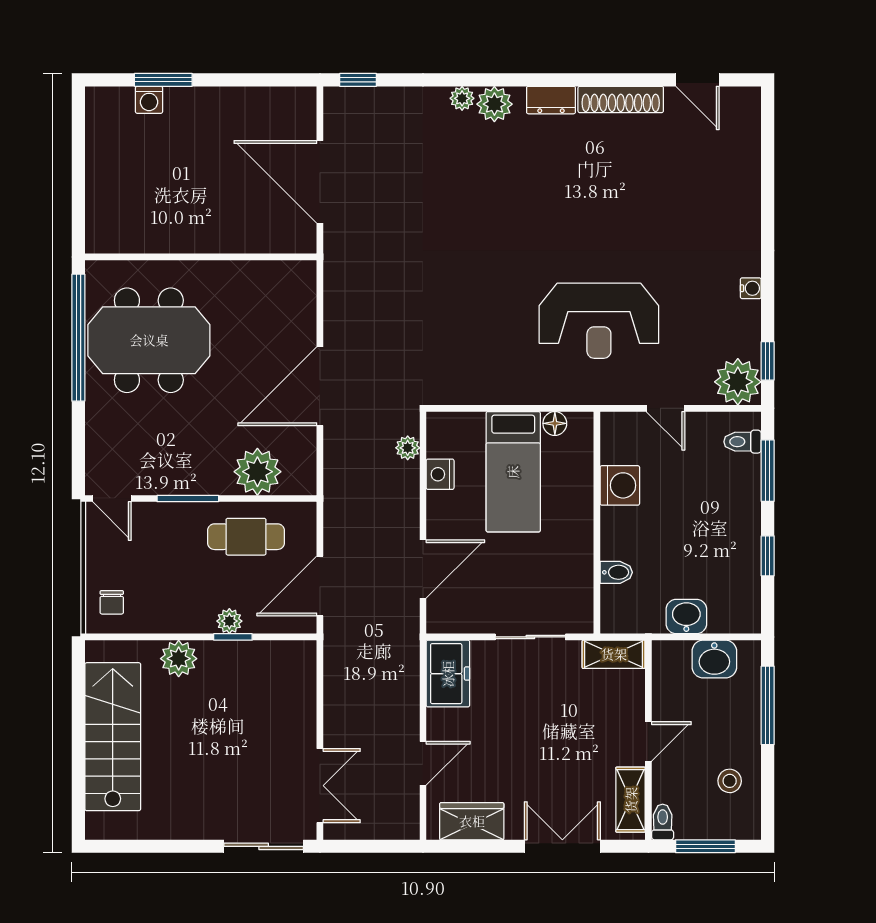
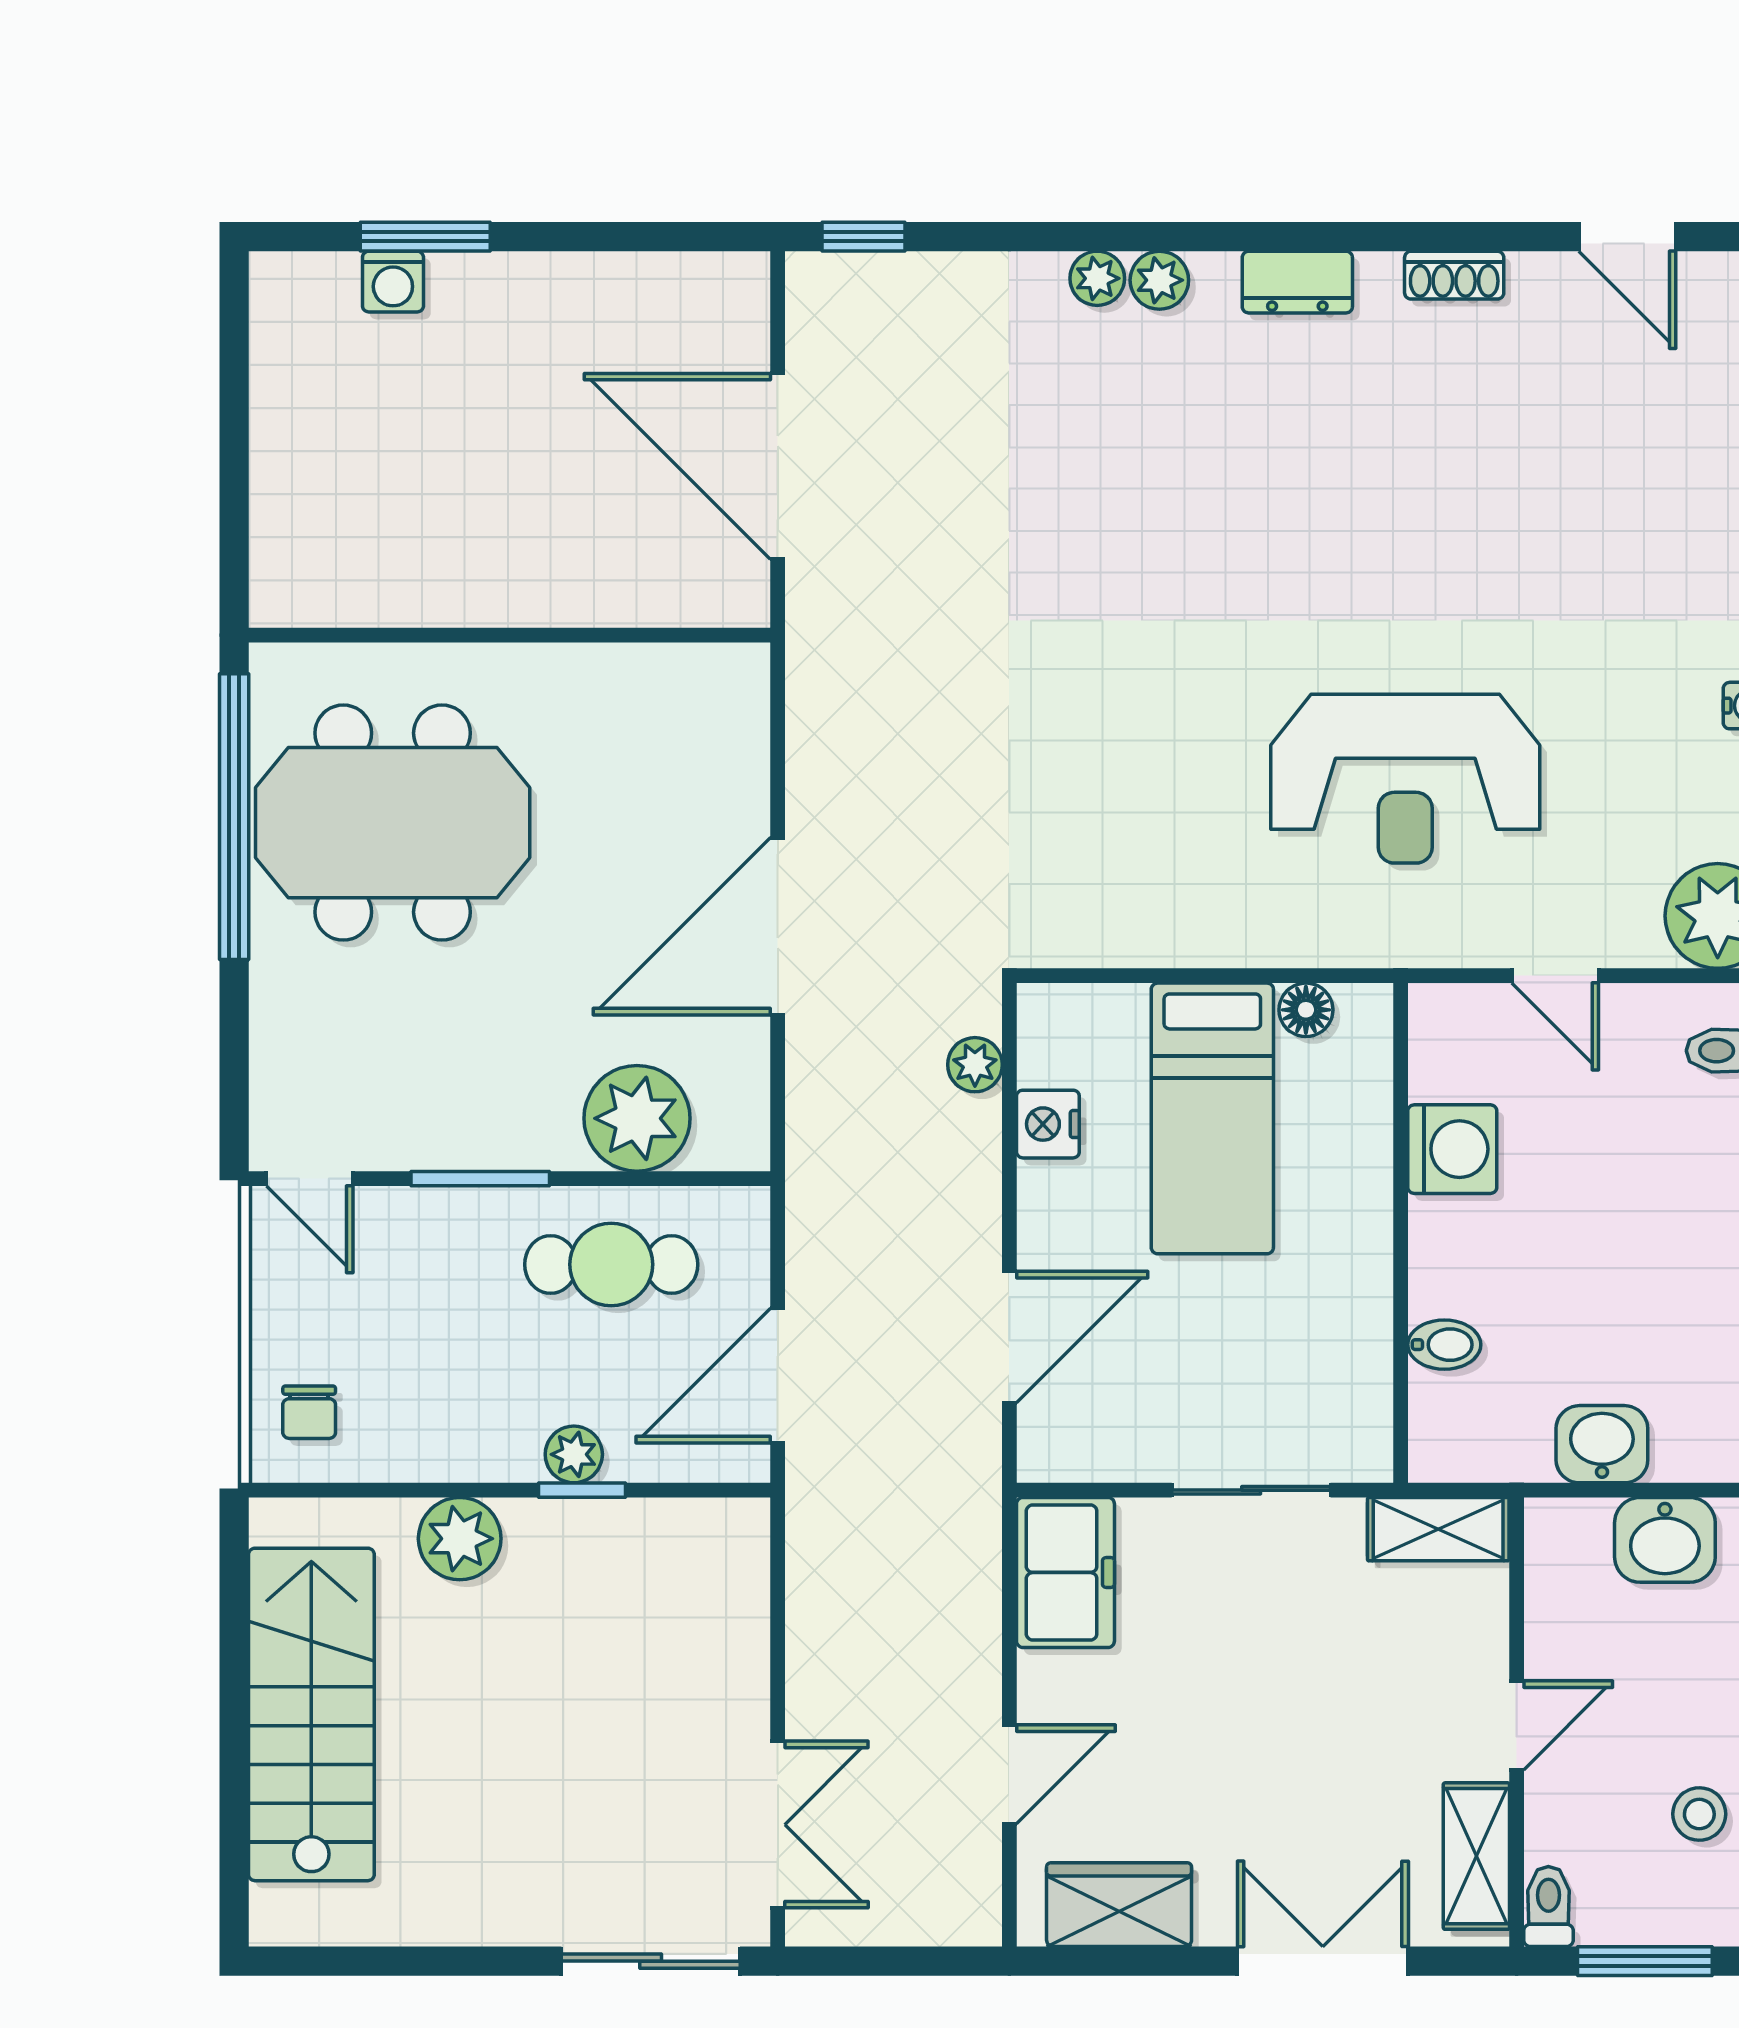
shoe rack: (621, 99) -> (1454, 275), width x0.51, depth x0.81
plant: (494, 104) -> (1159, 280), width x0.73, depth x0.73

